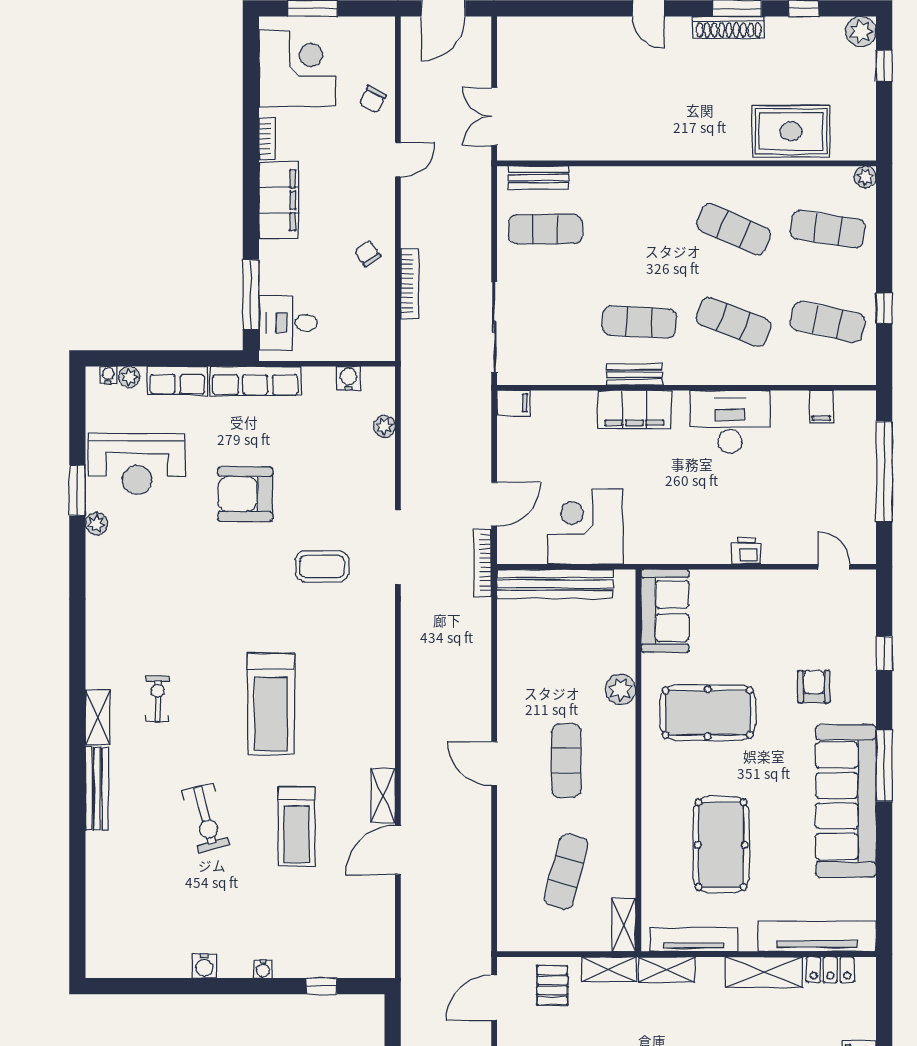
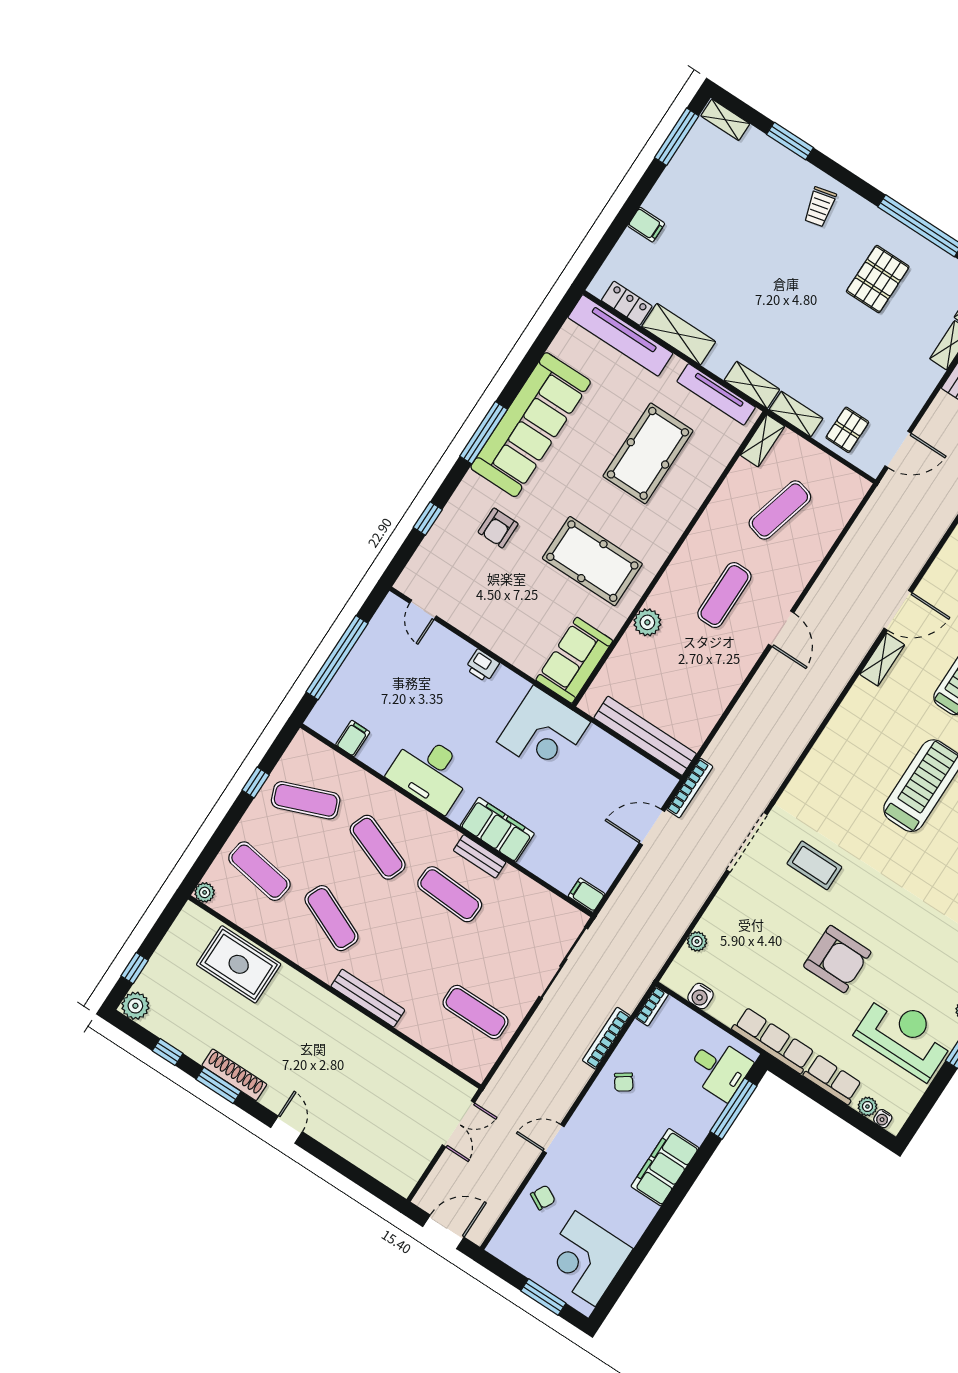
bookcase: (267, 139) -> (652, 1006), moved, turned 180
bench: (538, 178) -> (368, 998), moved, width x1.36
exercise mat: (828, 322) -> (306, 800), turned -33
corner desk: (585, 527) -> (543, 732), moved

